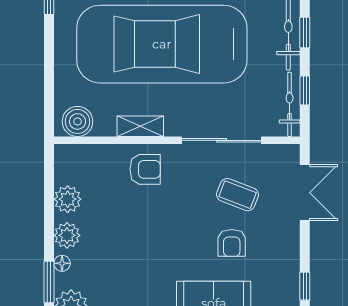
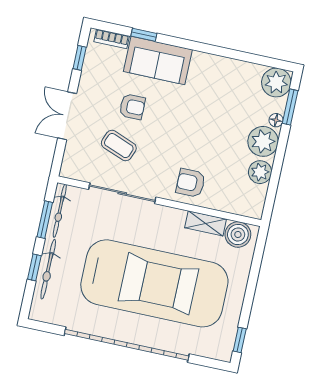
window: (305, 90) -> (45, 220), width x1.50
shelving: (140, 126) -> (206, 223), moved
double door: (305, 193) -> (67, 116), moved
plant: (67, 235) -> (263, 141), width x1.36, depth x1.36
armchair: (232, 243) -> (132, 107), turned 90

